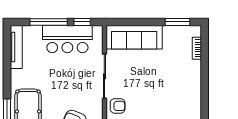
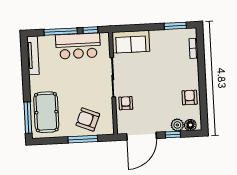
sofa: (134, 37) -> (131, 42), width x0.73
armchair: (190, 103) -> (190, 97), added
armchair: (118, 106) -> (126, 103), turned -90

